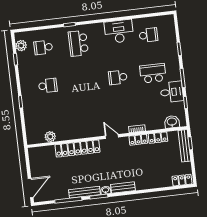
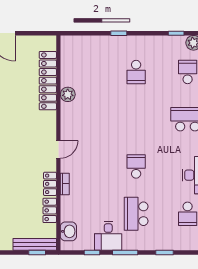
school desk: (153, 73) -> (136, 214), turned 180
plant: (50, 137) -> (68, 94), moved
locker: (78, 148) -> (48, 81), moved

